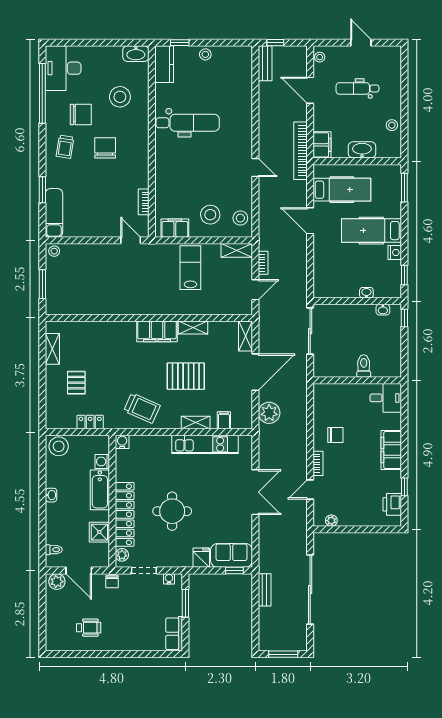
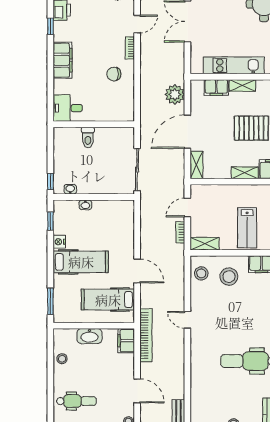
dental chair: (357, 88) -> (76, 401), moved
filing cabinet: (224, 420) -> (216, 87), width x2.00

